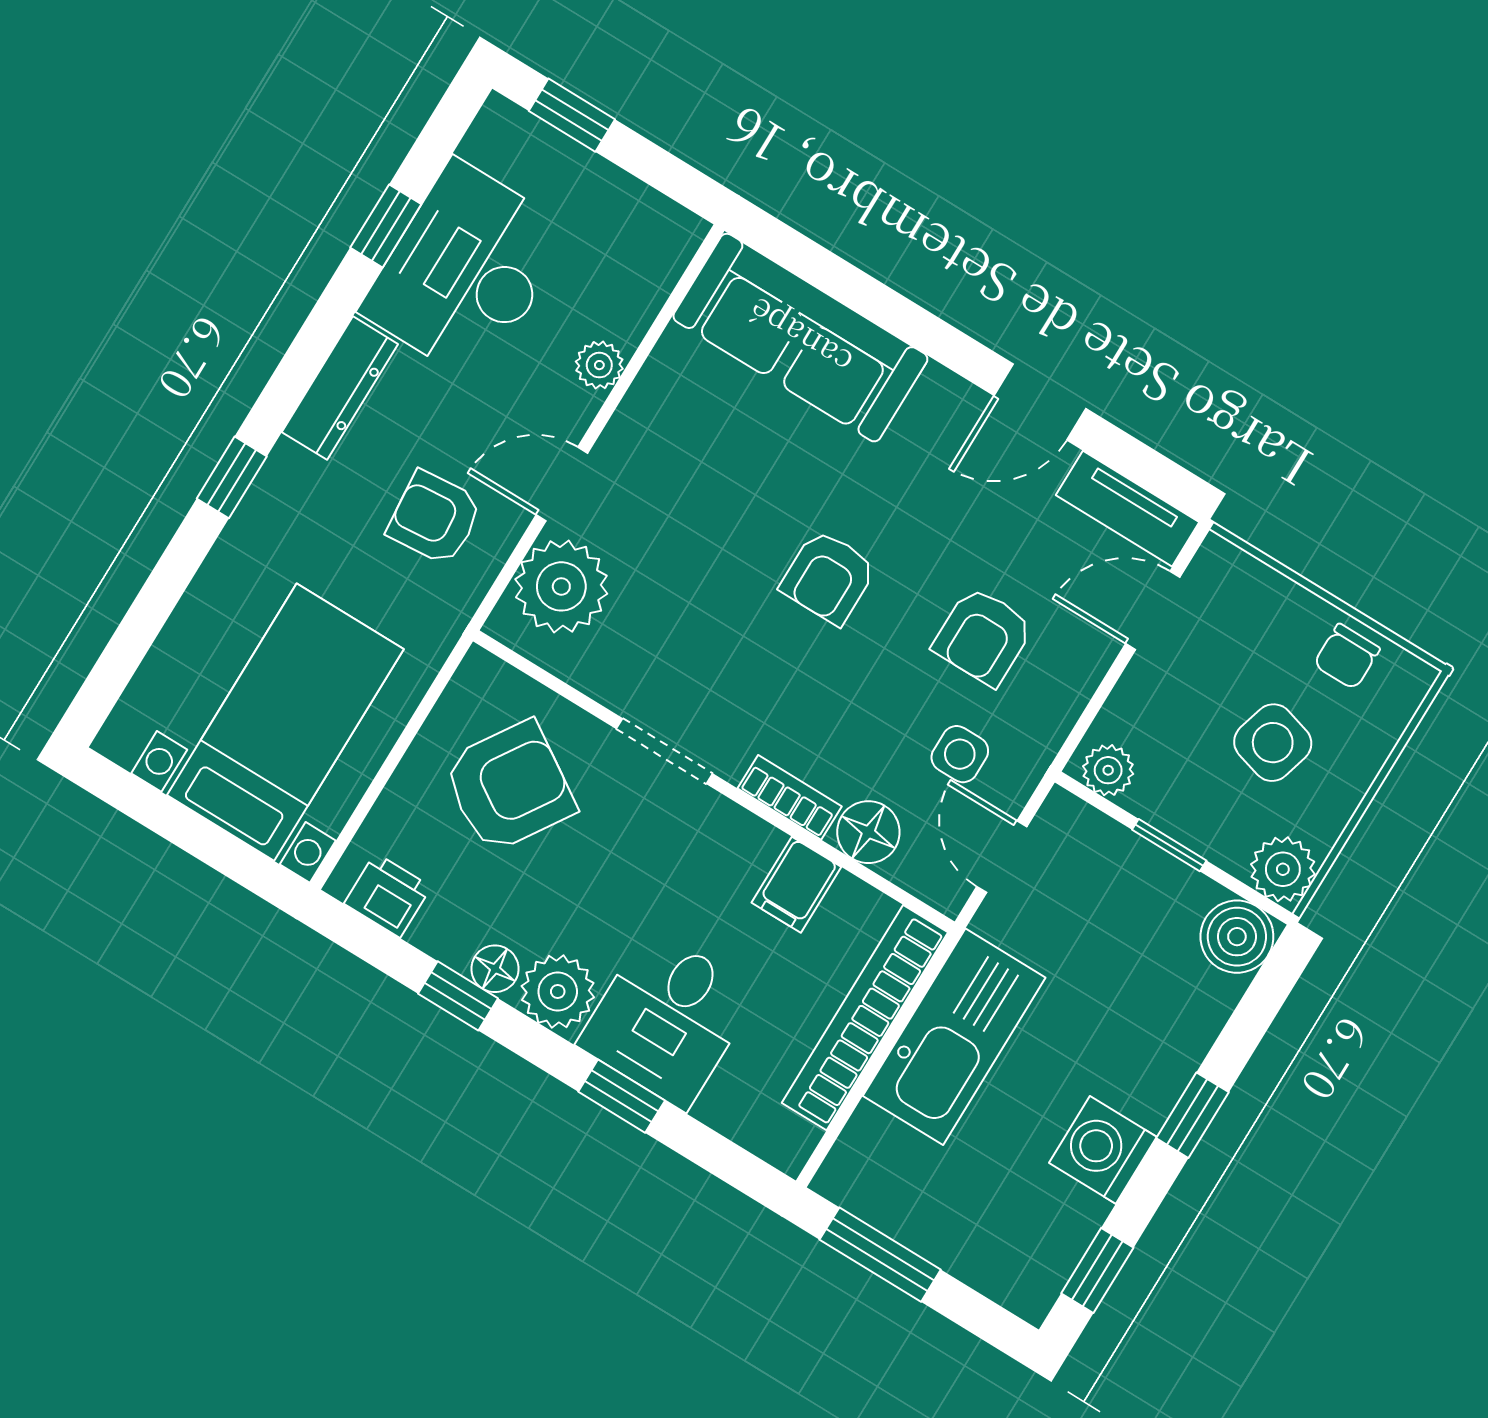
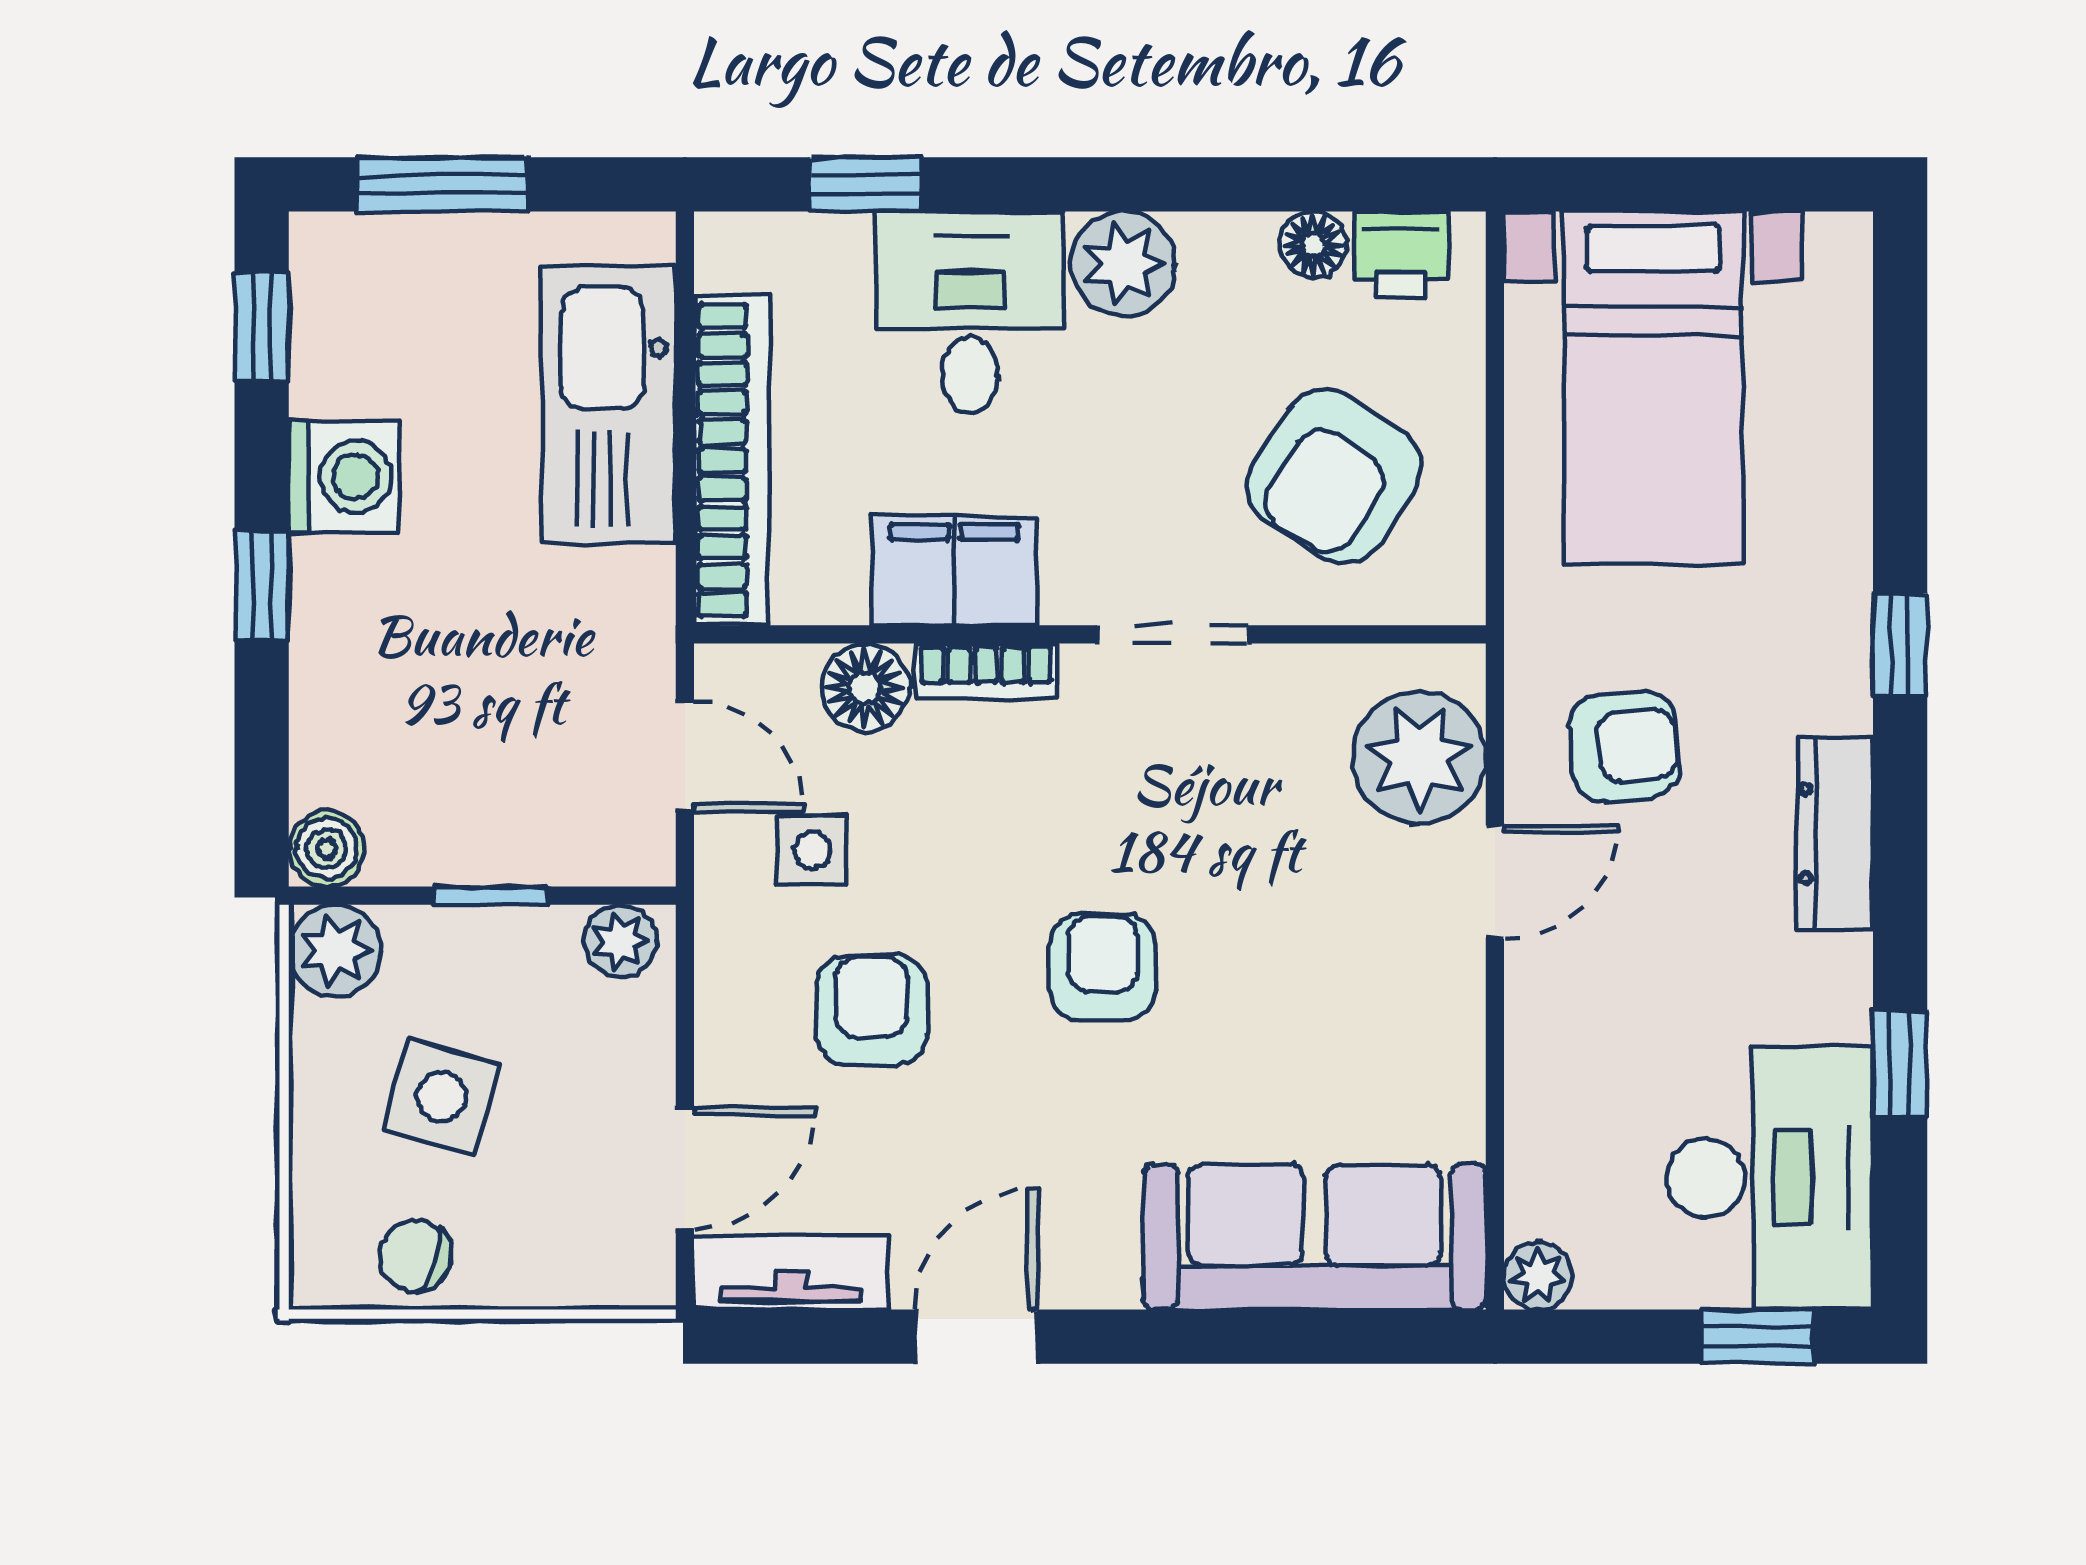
desk: (466, 271) -> (1770, 1178), moved
plant: (599, 365) -> (1538, 1276), moved
chair: (1347, 657) -> (415, 1256), turned -71
filing cabinet: (796, 885) -> (954, 570), width x2.00
boiler: (1237, 937) -> (327, 849), width x0.73, depth x0.73
floor lamp: (495, 969) -> (1313, 245), moved
window: (458, 996) -> (1241, 184), removed
kitchen sink: (954, 1037) -> (609, 404), moved
window: (622, 1096) -> (866, 184), moved
window: (880, 1255) -> (442, 184), moved

